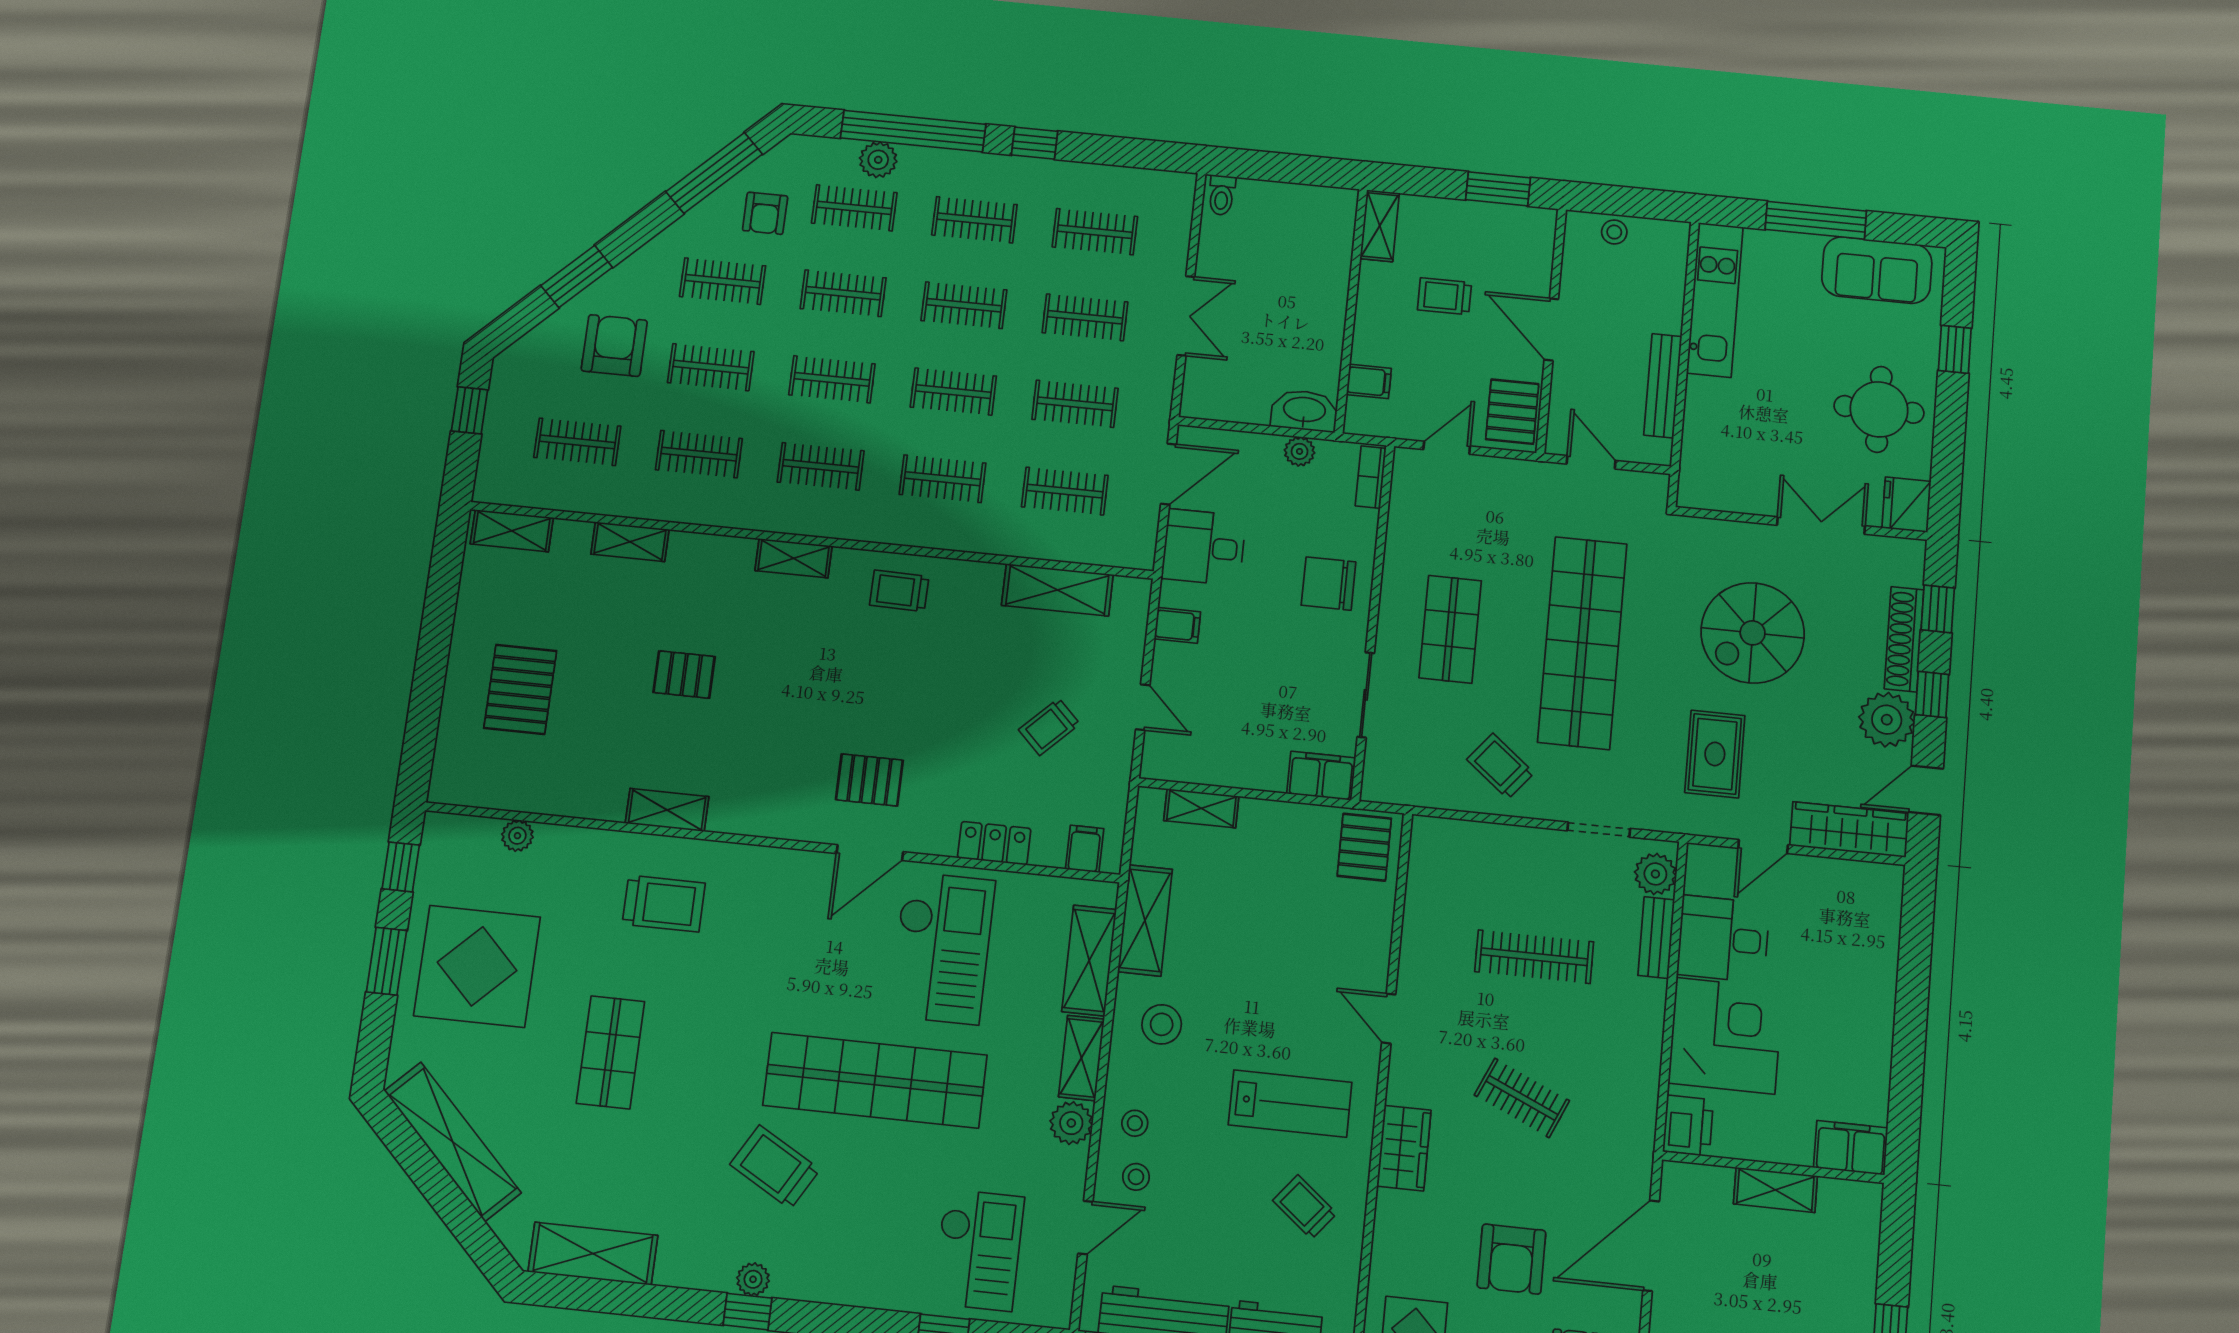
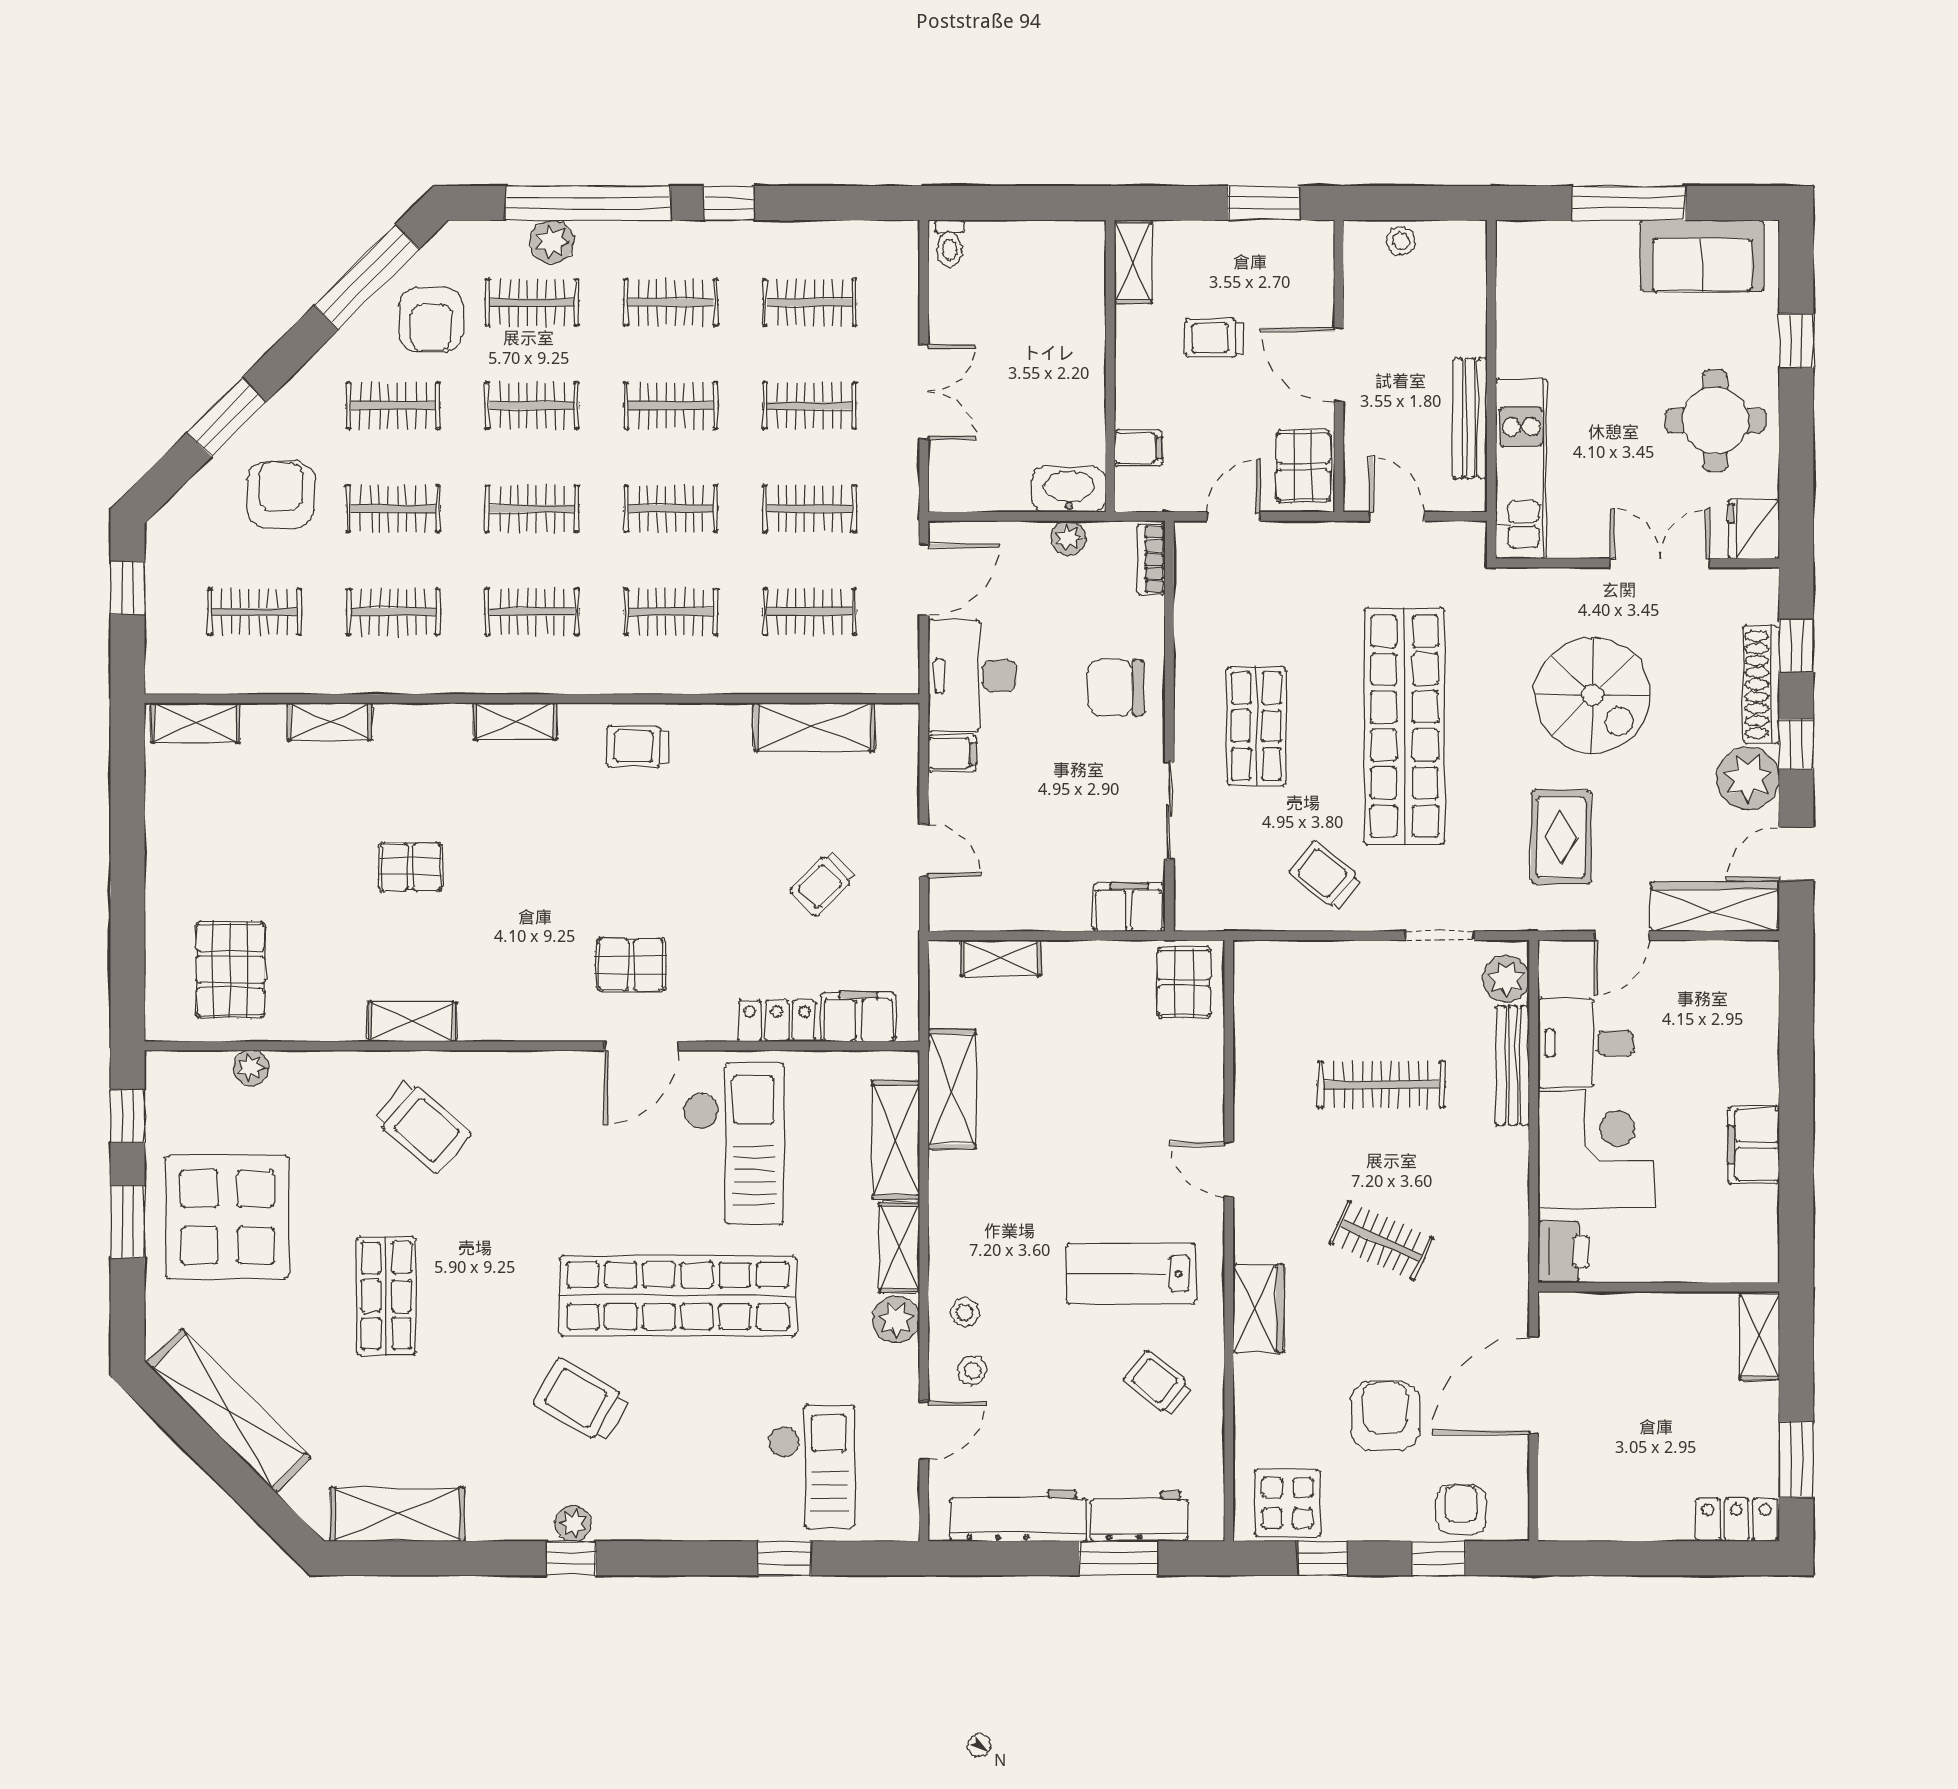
armchair: (765, 213) -> (431, 319), width x1.38, depth x1.38
kitchen unit: (1715, 300) -> (1521, 468), moved
desk: (1204, 547) -> (972, 676), width x1.37
spiral stairs: (1753, 633) -> (1593, 695), turned -90
pallet: (520, 689) -> (230, 970), moved
filing cabinet: (1085, 849) -> (858, 1017), width x2.00
trolley: (664, 904) -> (422, 1126), turned 41
bench: (1656, 938) -> (1513, 1065), width x1.36
stool: (1162, 1024) -> (982, 1202), removed
lab bench: (1290, 1104) -> (1131, 1273), turned 180
filing cabinet: (1851, 1148) -> (1754, 1145), moved, turned -90
shelving: (1775, 1190) -> (1759, 1336), moved, turned 90
armchair: (1512, 1259) -> (1385, 1416), turned 180

